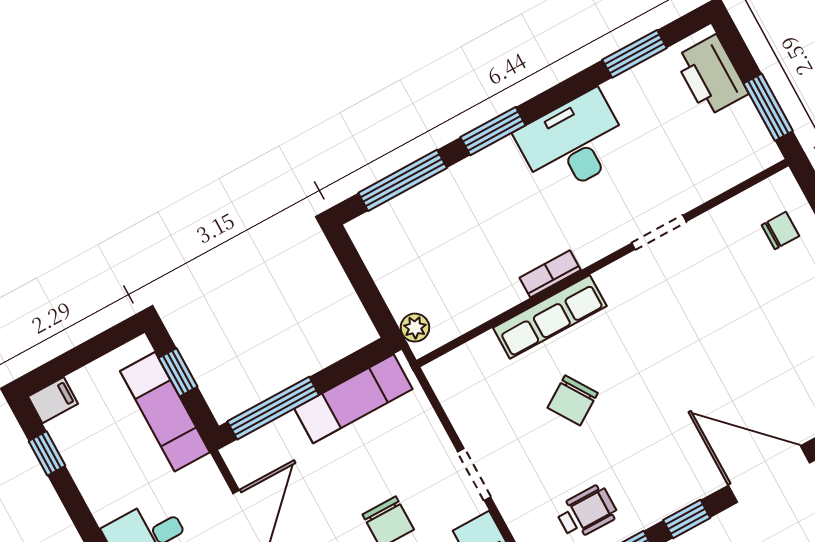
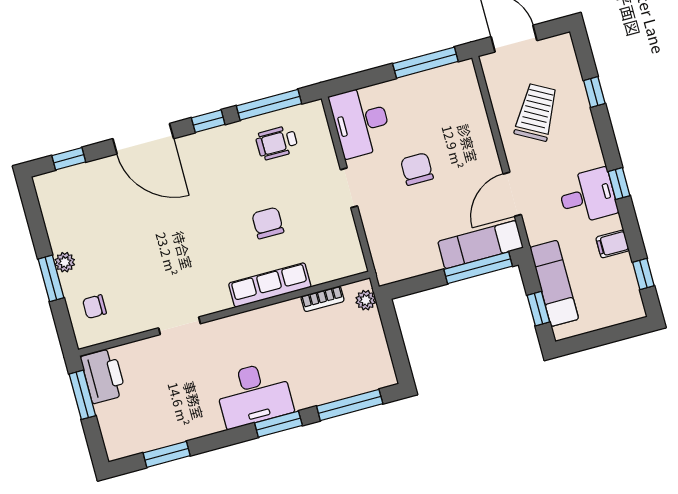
printer: (711, 75) -> (103, 376), moved
desk: (573, 143) -> (254, 394), moved
bookcase: (550, 274) -> (323, 299), moved
exam couch: (353, 399) -> (481, 245), moved
filing cabinet: (53, 400) -> (612, 244), moved
chair: (573, 400) -> (268, 223), turned -57

